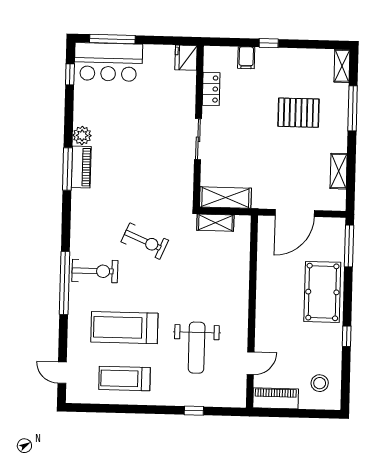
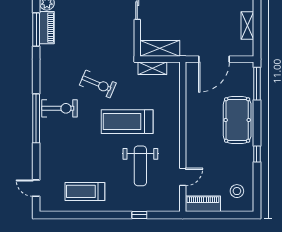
treadmill: (124, 328) -> (127, 122), moved

